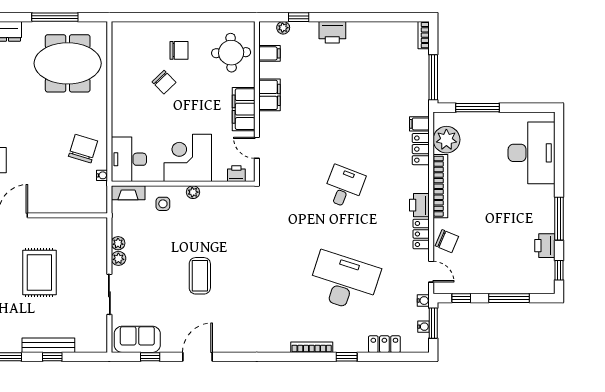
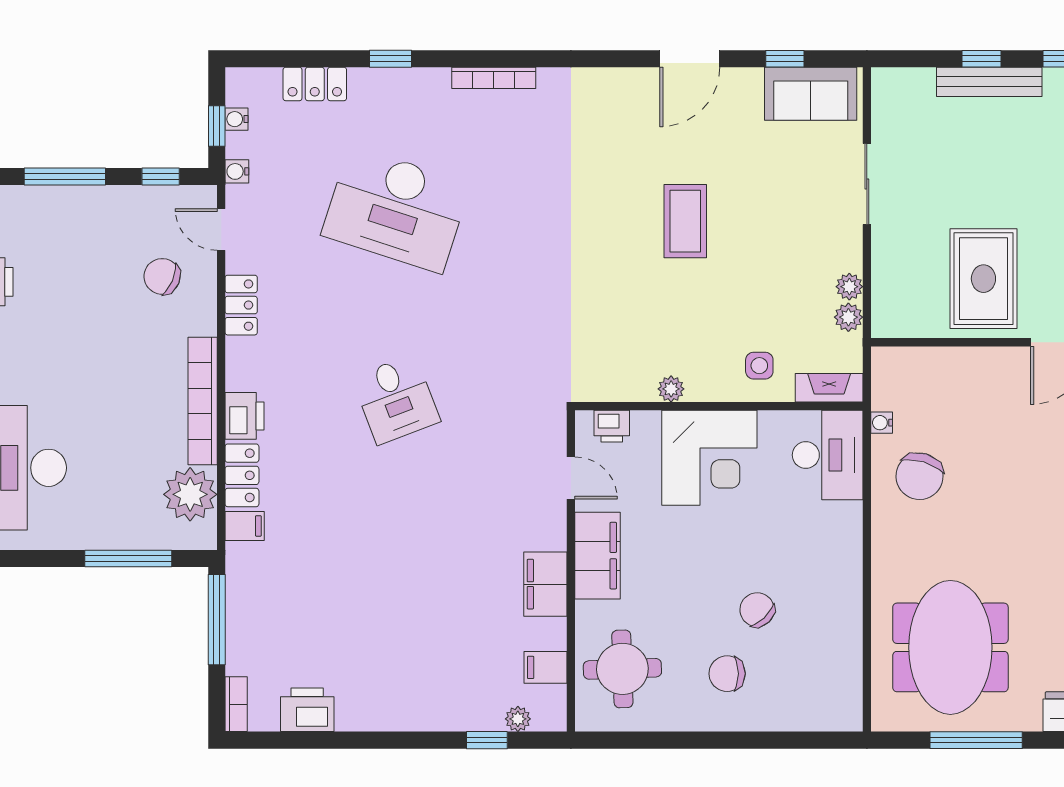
printer: (332, 32) -> (307, 710), moved
meeting table: (68, 63) -> (950, 647), turned 90
desk: (344, 187) -> (396, 399), turned -42
plant: (193, 192) -> (671, 389), moved
printer: (419, 205) -> (245, 416), moved
chair: (447, 241) -> (162, 276), moved
plant: (118, 258) -> (848, 317), moved
rug: (39, 273) -> (983, 279), moved
window: (433, 323) -> (217, 126), width x0.67
bookcase: (312, 347) -> (494, 78), moved

